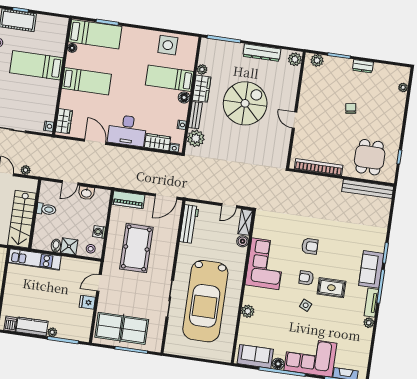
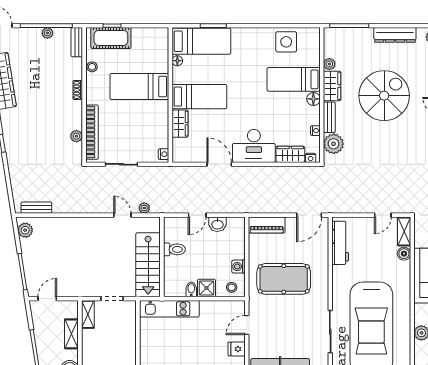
wardrobe: (64, 121) -> (180, 124), moved
pool table: (136, 248) -> (284, 279), turned 90

